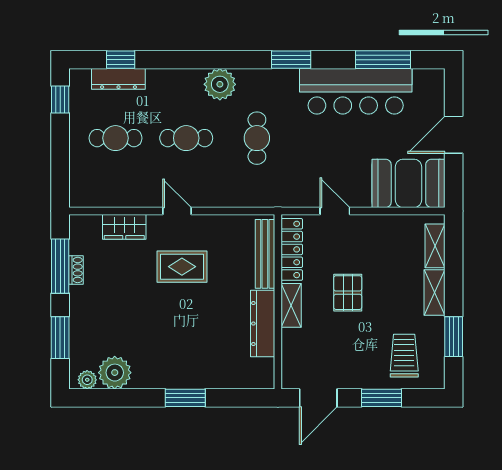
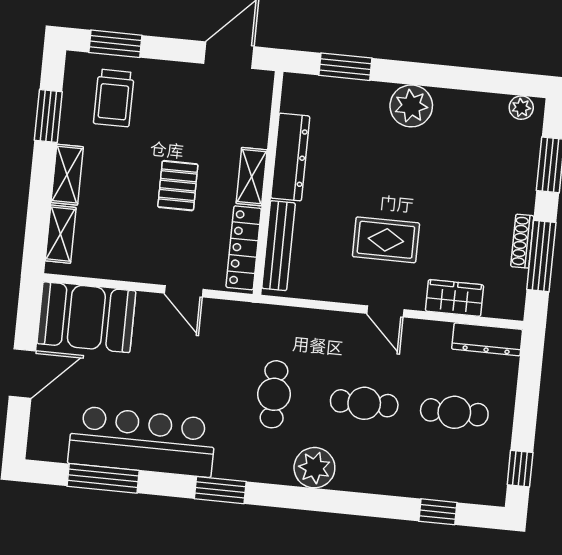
dresser: (118, 79) -> (487, 339), moved, turned 180
shoe rack: (76, 270) -> (522, 241), width x1.43
plant: (115, 373) -> (411, 106), moved
window: (185, 398) -> (345, 67), moved
window: (382, 398) -> (115, 44), moved

